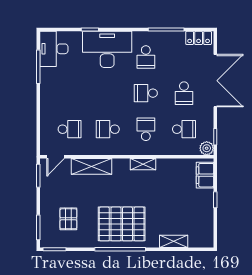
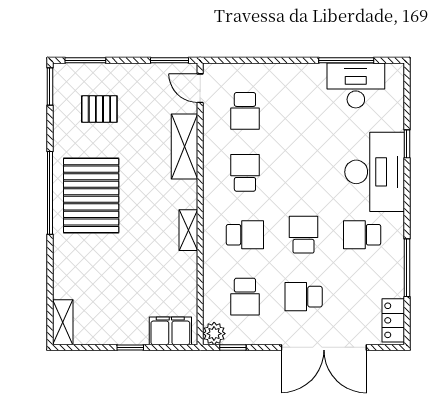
desk: (54, 49) -> (356, 85), moved
shelving: (174, 241) -> (63, 322), moved

